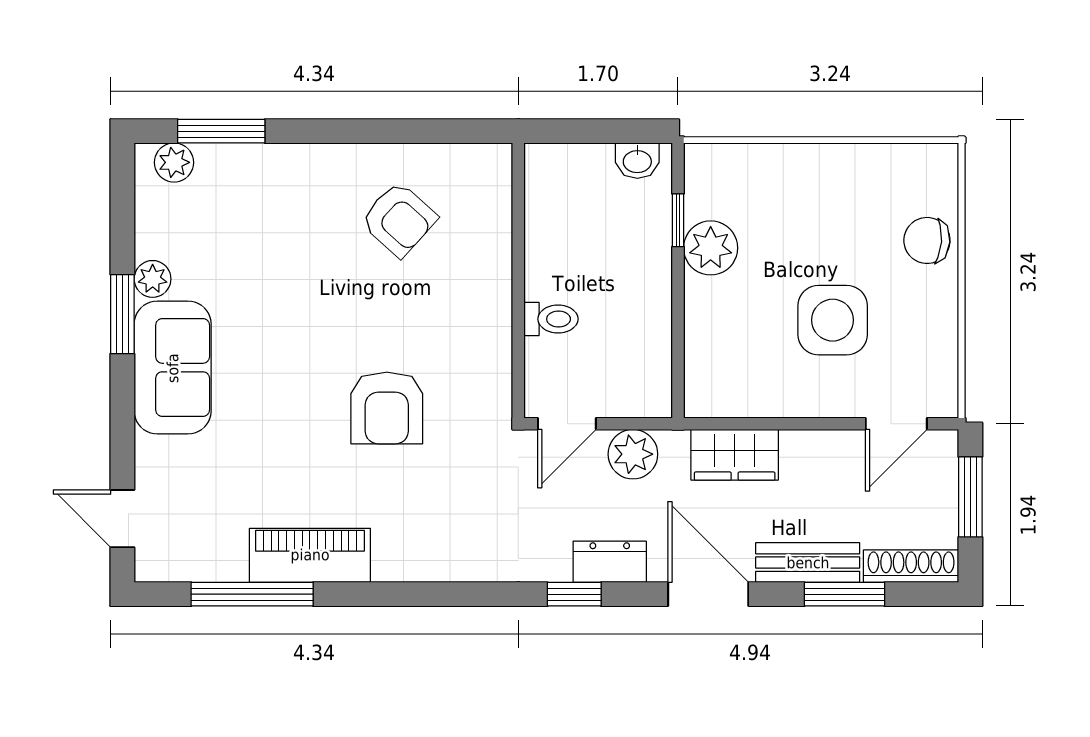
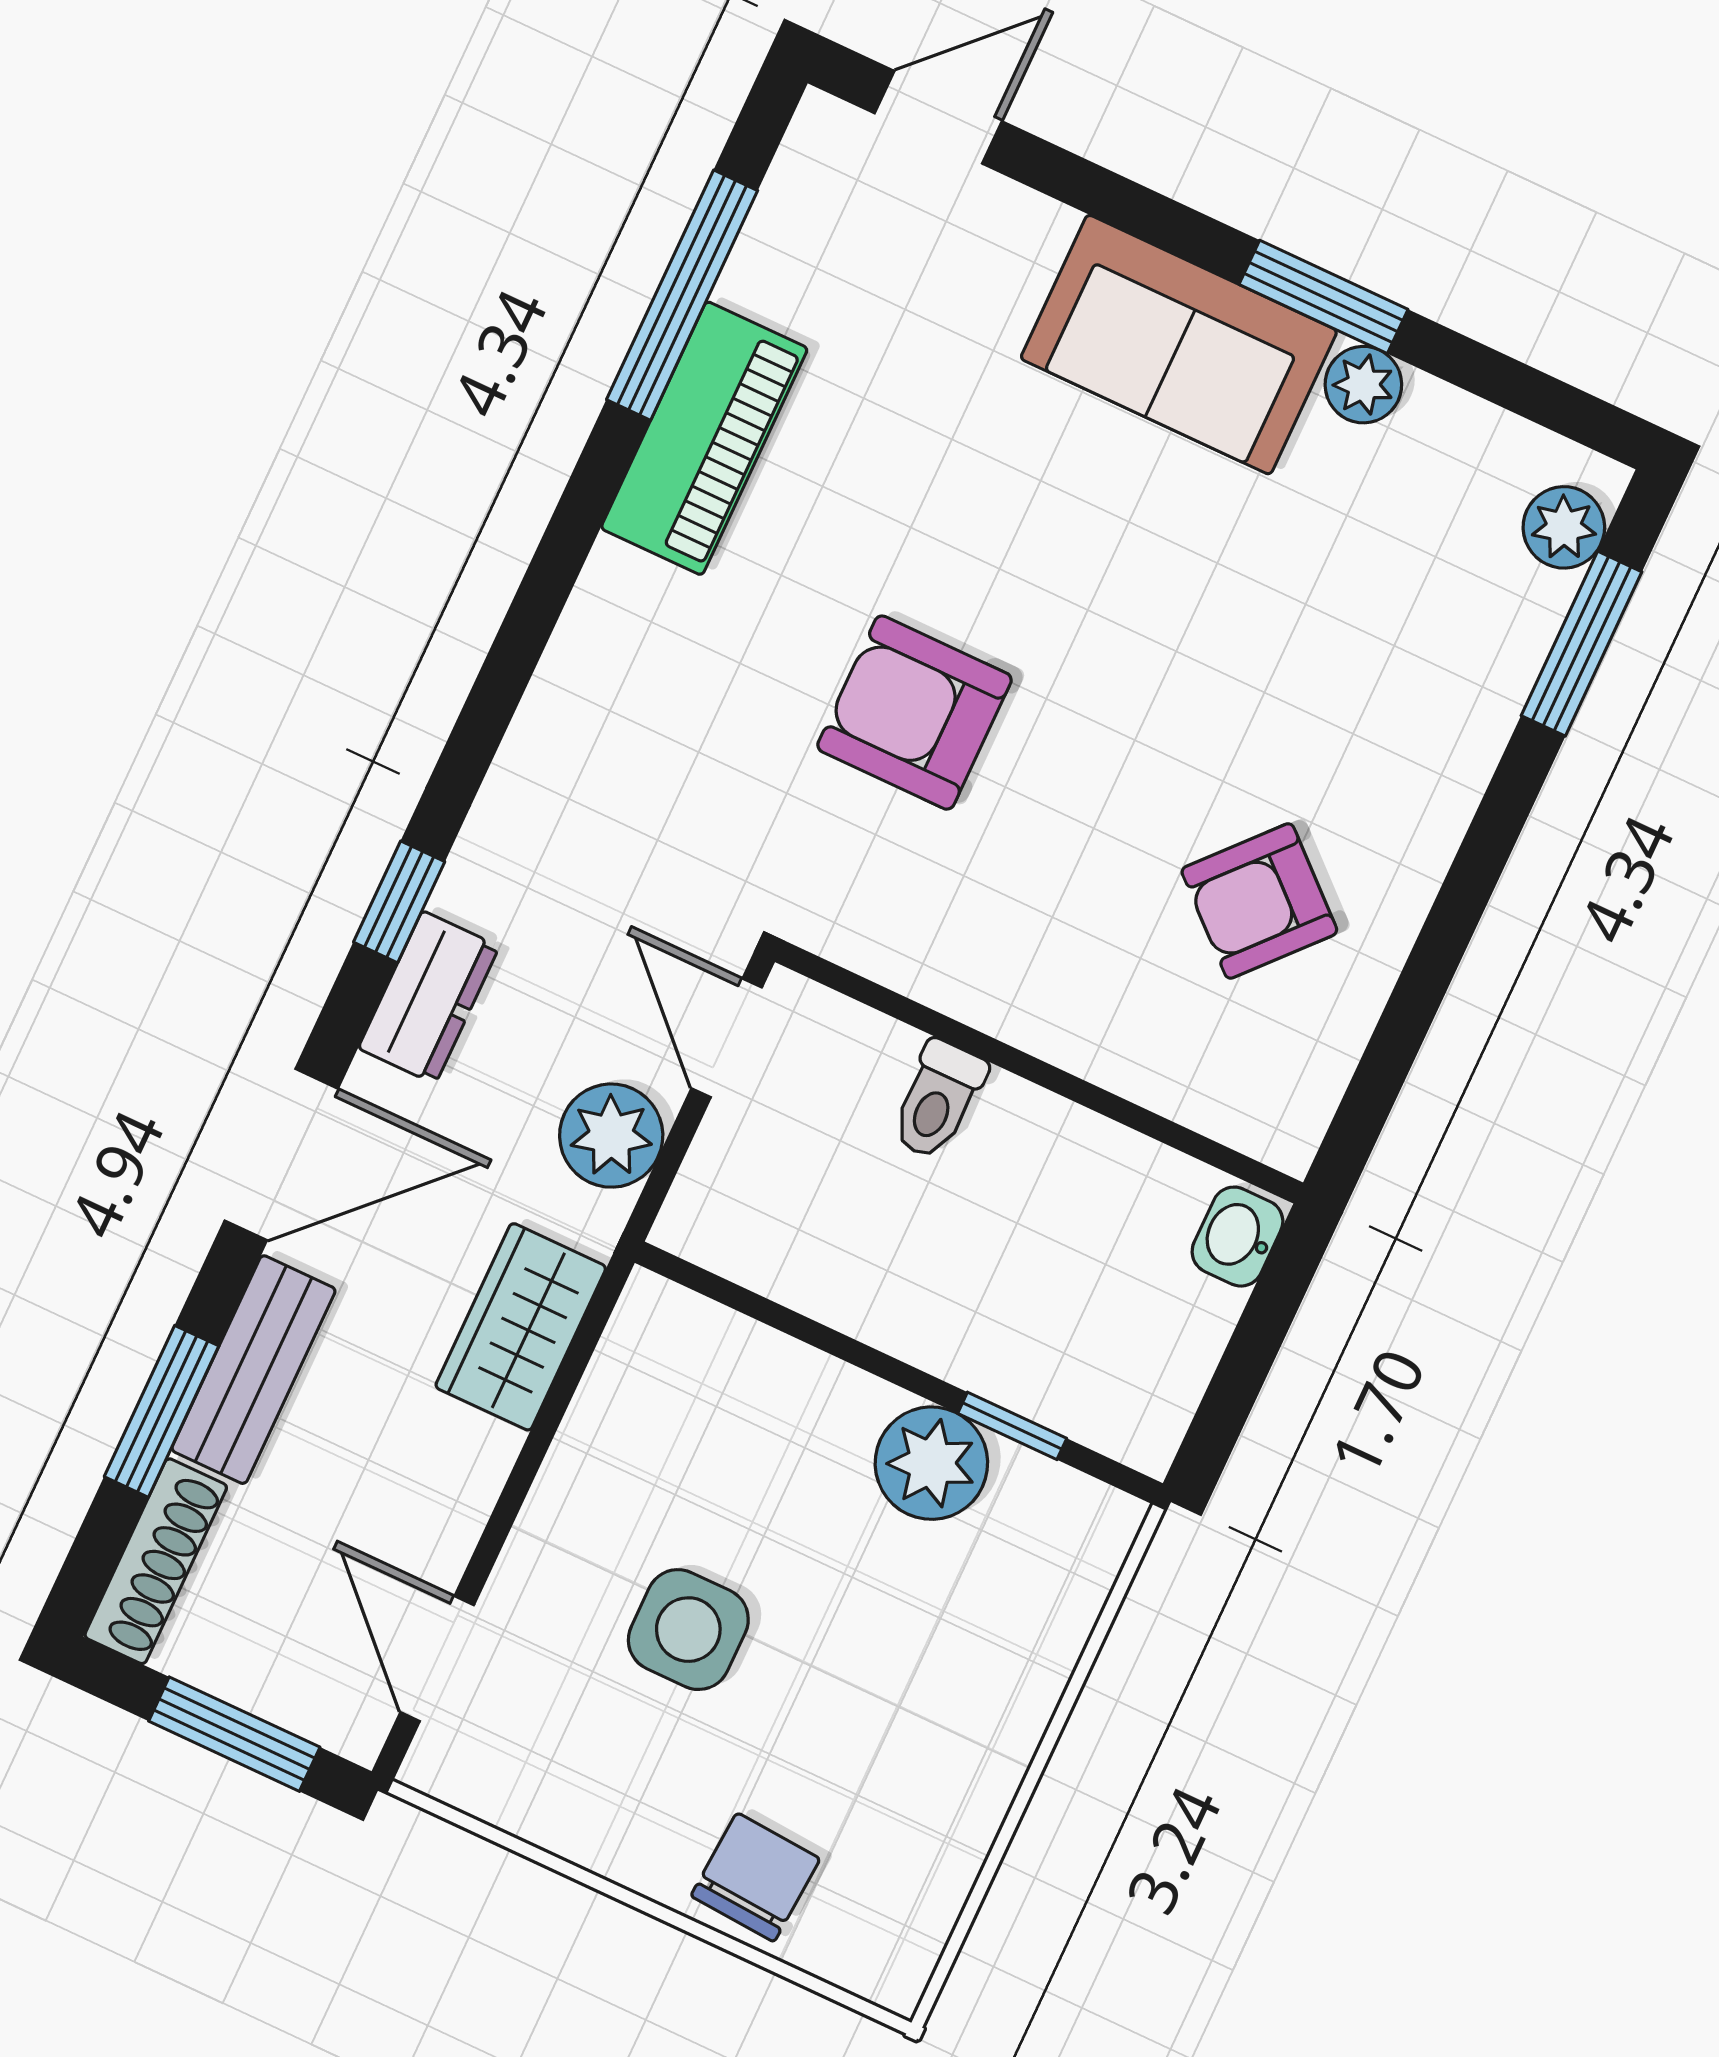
washbasin: (637, 161) -> (1237, 1237), moved
side table: (833, 320) -> (688, 1630), width x0.73, depth x0.73

